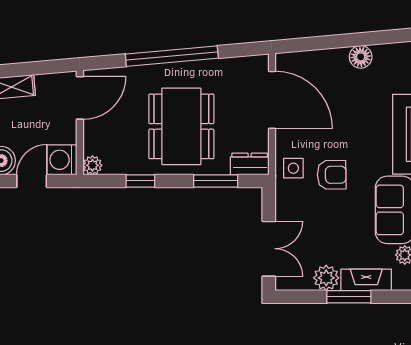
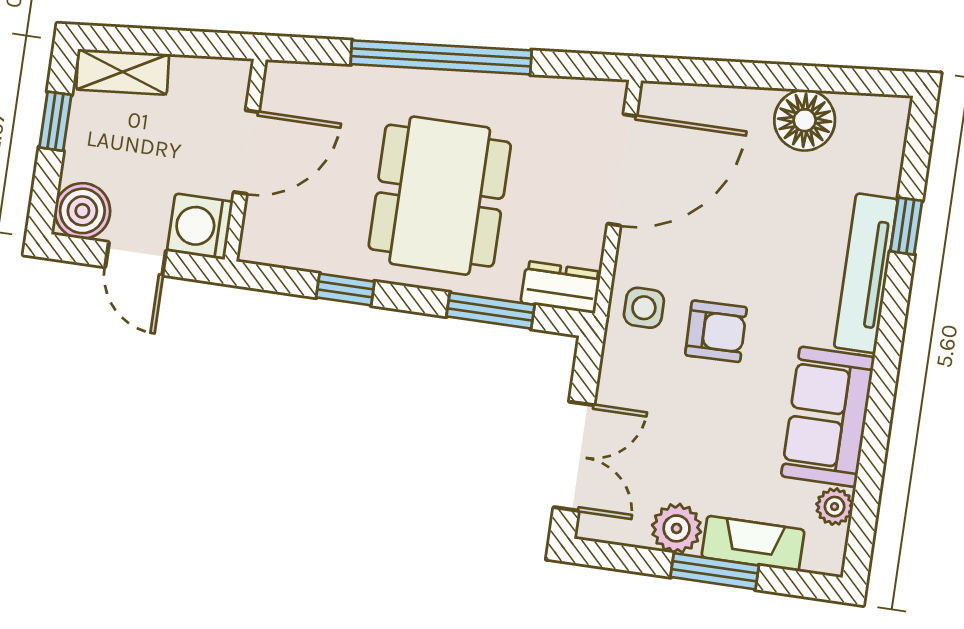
floor lamp: (361, 57) -> (805, 120), width x1.38, depth x1.38
door: (80, 98) -> (246, 152), moved
door: (272, 100) -> (622, 170), hinge flipped
plant: (92, 165) -> (257, 246), removed
door: (32, 181) -> (136, 259), swing flipped

